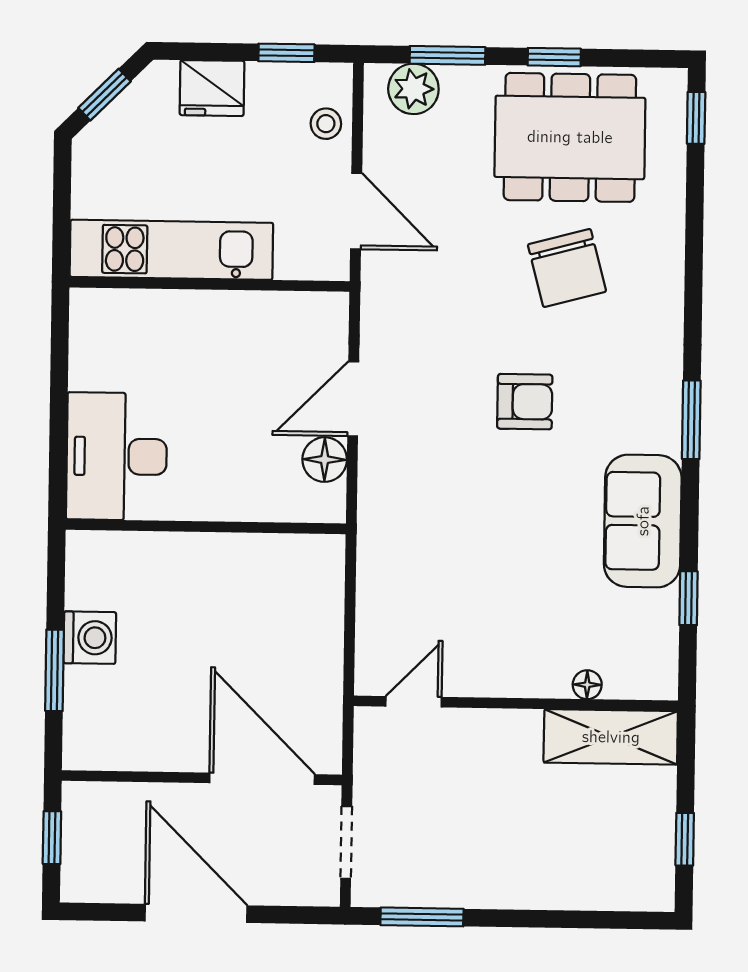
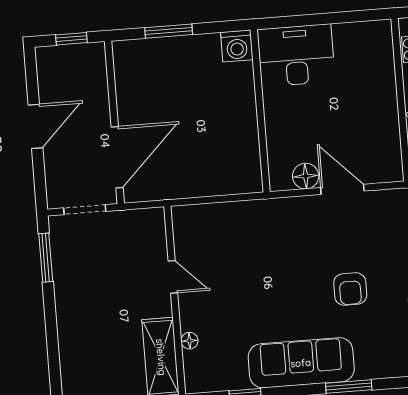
sofa: (643, 521) -> (301, 363), width x1.36
washing machine: (90, 638) -> (237, 46), moved
door: (414, 702) -> (173, 277), moved
door: (196, 913) -> (35, 126), width x0.73

